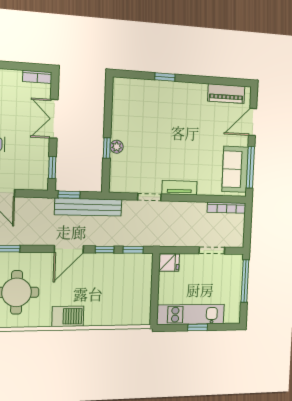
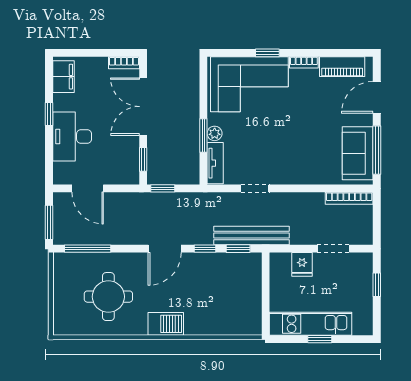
bookcase: (195, 88) -> (304, 62), added
corner sofa: (148, 104) -> (249, 84), added
double door: (54, 119) -> (143, 107), width x1.37
window: (107, 148) -> (203, 135), width x1.50
tv unit: (179, 188) -> (215, 163), moved, turned 90
bench: (88, 207) -> (252, 236), moved
fridge: (169, 263) -> (302, 264), moved, turned 90
window: (245, 281) -> (377, 285), width x0.46

